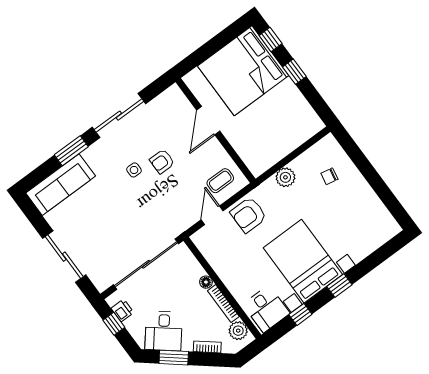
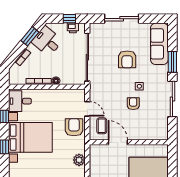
door: (208, 121) -> (118, 142), moved
armchair: (111, 211) -> (127, 59), added
plant: (238, 331) -> (19, 79), removed

